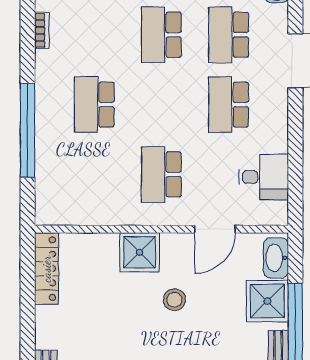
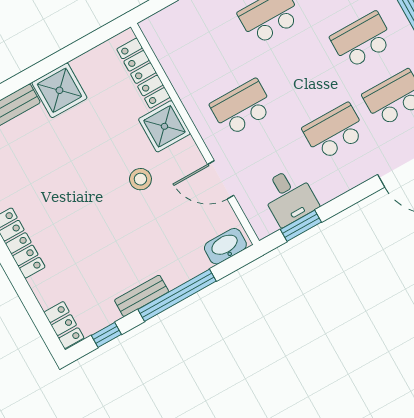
window: (295, 181) -> (301, 226), added
locker: (46, 269) -> (143, 73), moved, turned 90
shower: (267, 301) -> (59, 90), moved

